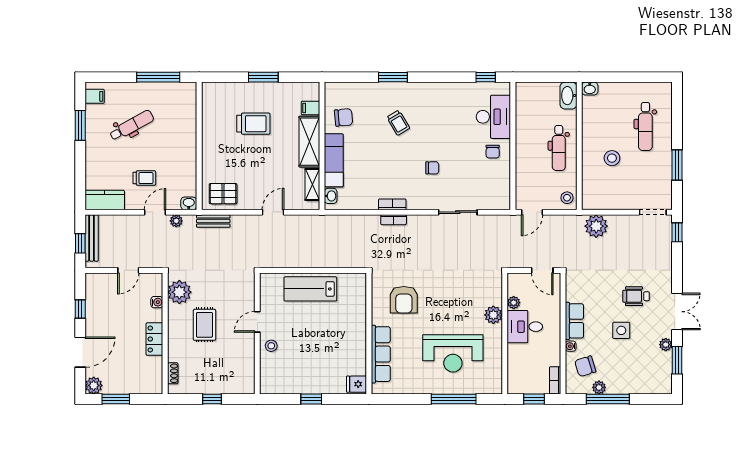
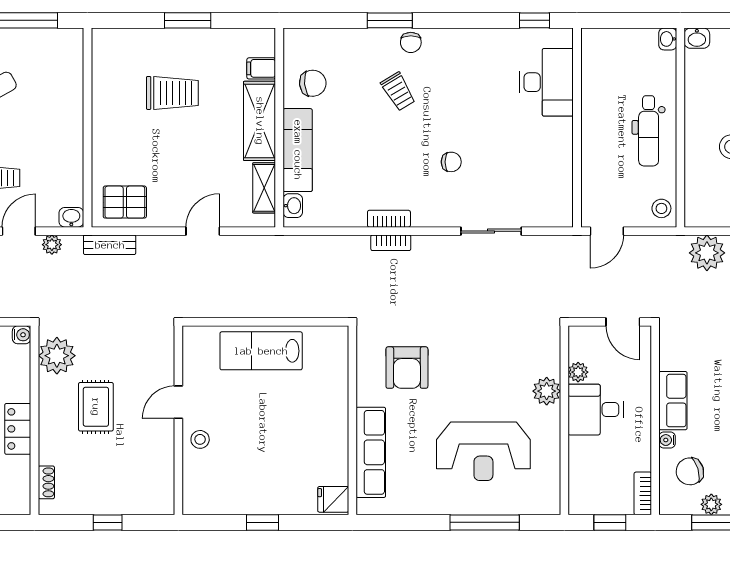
washbasin: (568, 96) -> (668, 39), width x0.52, depth x0.69
chair: (493, 152) -> (411, 42), moved
water cooler: (157, 302) -> (22, 335), moved

